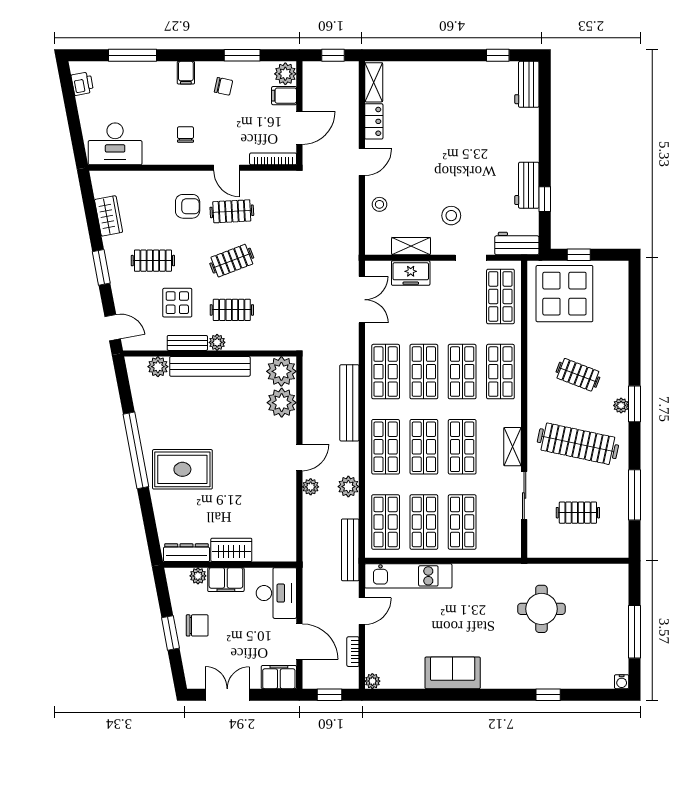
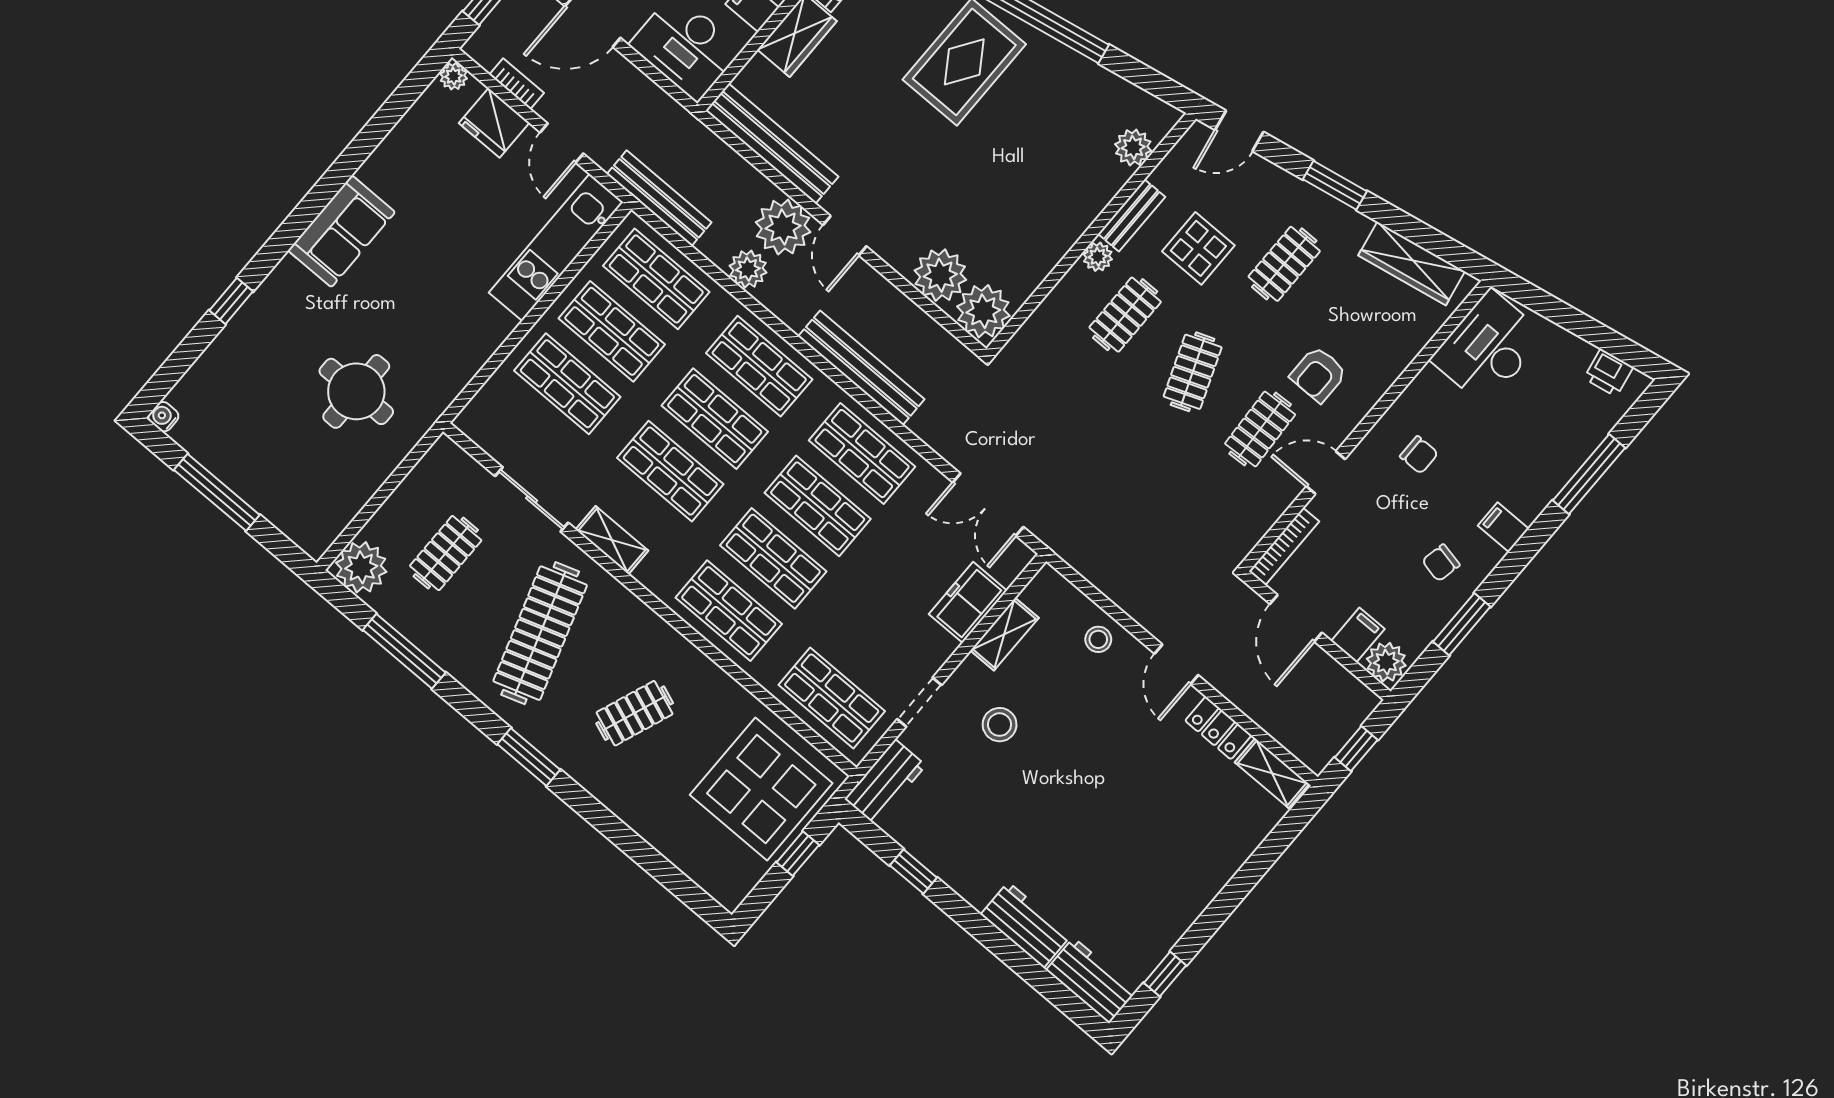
workbench: (527, 185) -> (1026, 925), moved
wardrobe: (109, 216) -> (1412, 263), width x1.50
bench: (210, 366) -> (772, 144), moved, turned 90
plant: (621, 405) -> (361, 567), moved, width x1.88, depth x1.88
clothes rail: (578, 444) -> (540, 633), turned -30
plant: (311, 487) -> (783, 227), width x1.88, depth x1.88
fridge: (378, 647) -> (494, 123), added
sofa: (453, 673) -> (342, 231), moved

